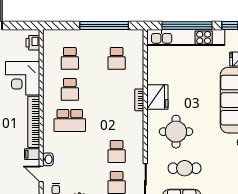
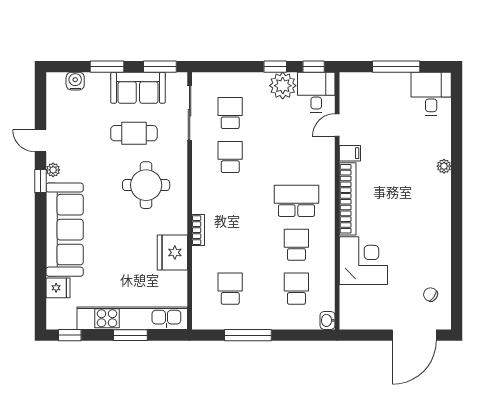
window: (104, 26) -> (248, 335), width x0.68
window: (187, 26) -> (130, 335), width x0.47
printer: (33, 43) -> (349, 311), removed
fridge: (157, 97) -> (172, 252), moved
washbasin: (48, 159) -> (327, 320), moved
door: (41, 174) -> (337, 125), swing flipped

